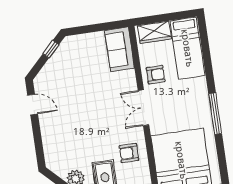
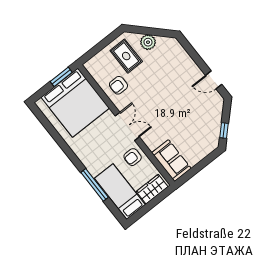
window: (215, 114) -> (95, 185), moved
armchair: (129, 153) -> (118, 85), turned 180

